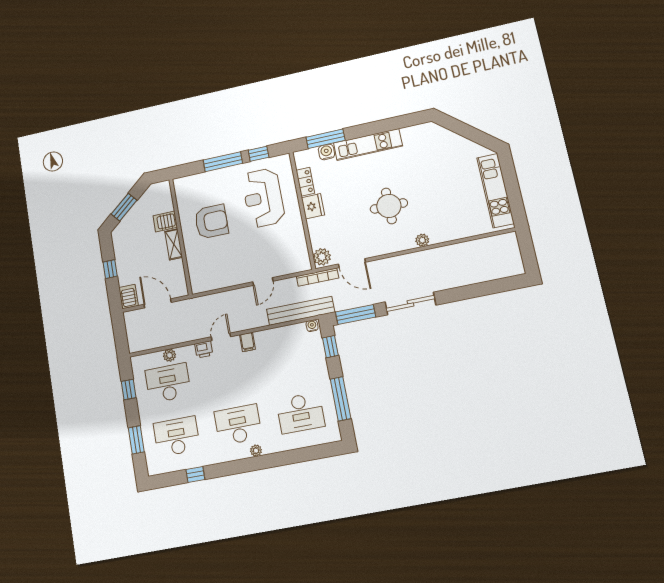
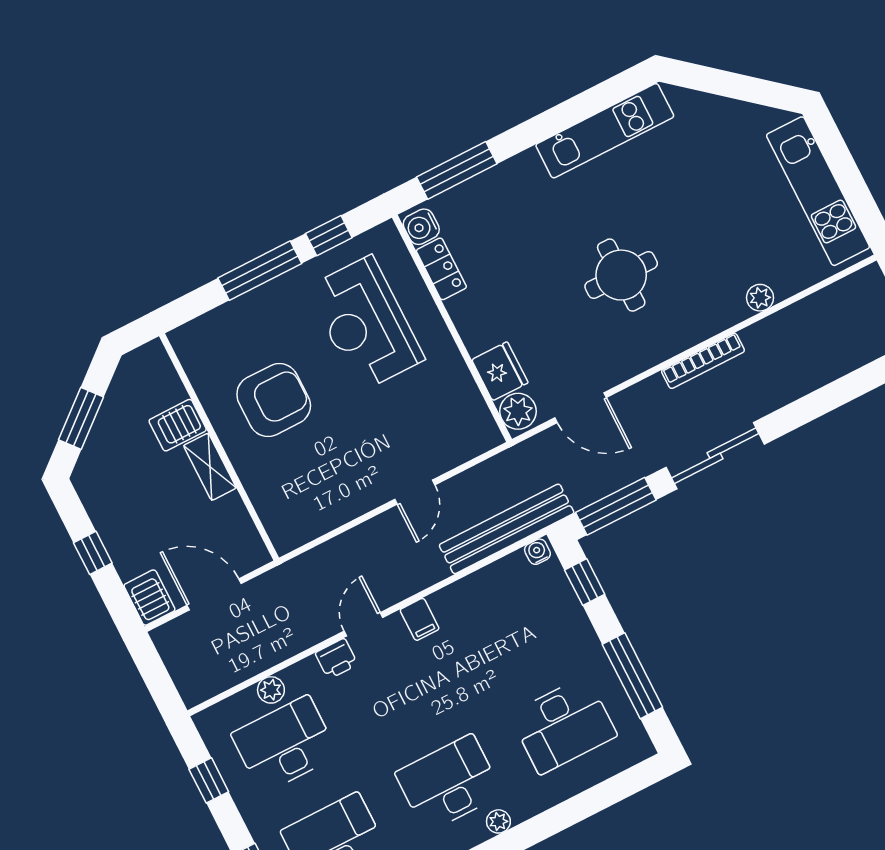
kitchen unit: (368, 145) -> (605, 131), moved
water cooler: (326, 152) -> (421, 227), moved, turned -90
fridge: (313, 206) -> (500, 371), moved
plant: (422, 240) -> (760, 298), moved
bookcase: (318, 277) -> (703, 361), moved

